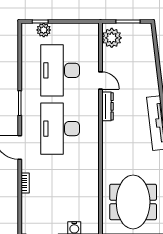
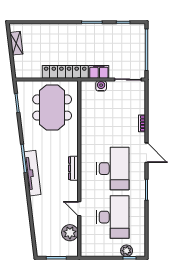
plant: (112, 38) -> (70, 233), moved
dresser: (108, 106) -> (73, 168), moved

